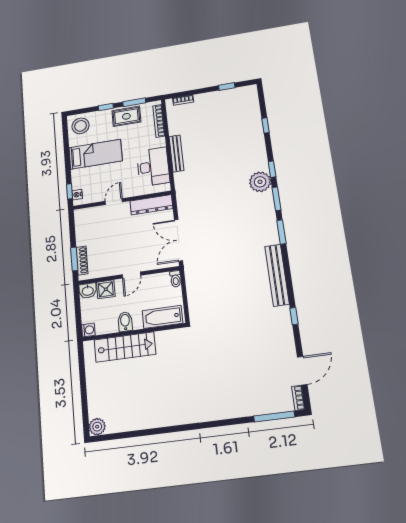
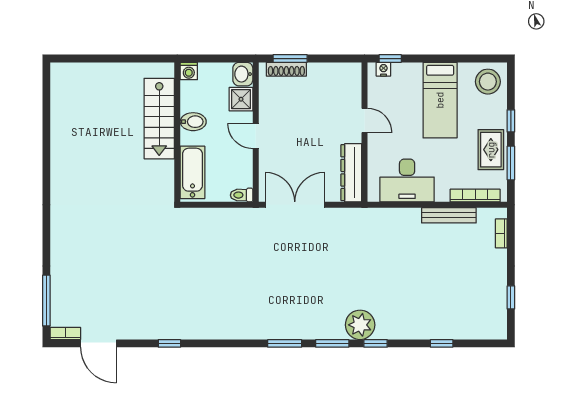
bench: (176, 153) -> (449, 215), moved
bench: (277, 275) -> (227, 329), removed
plant: (97, 427) -> (61, 73), removed

